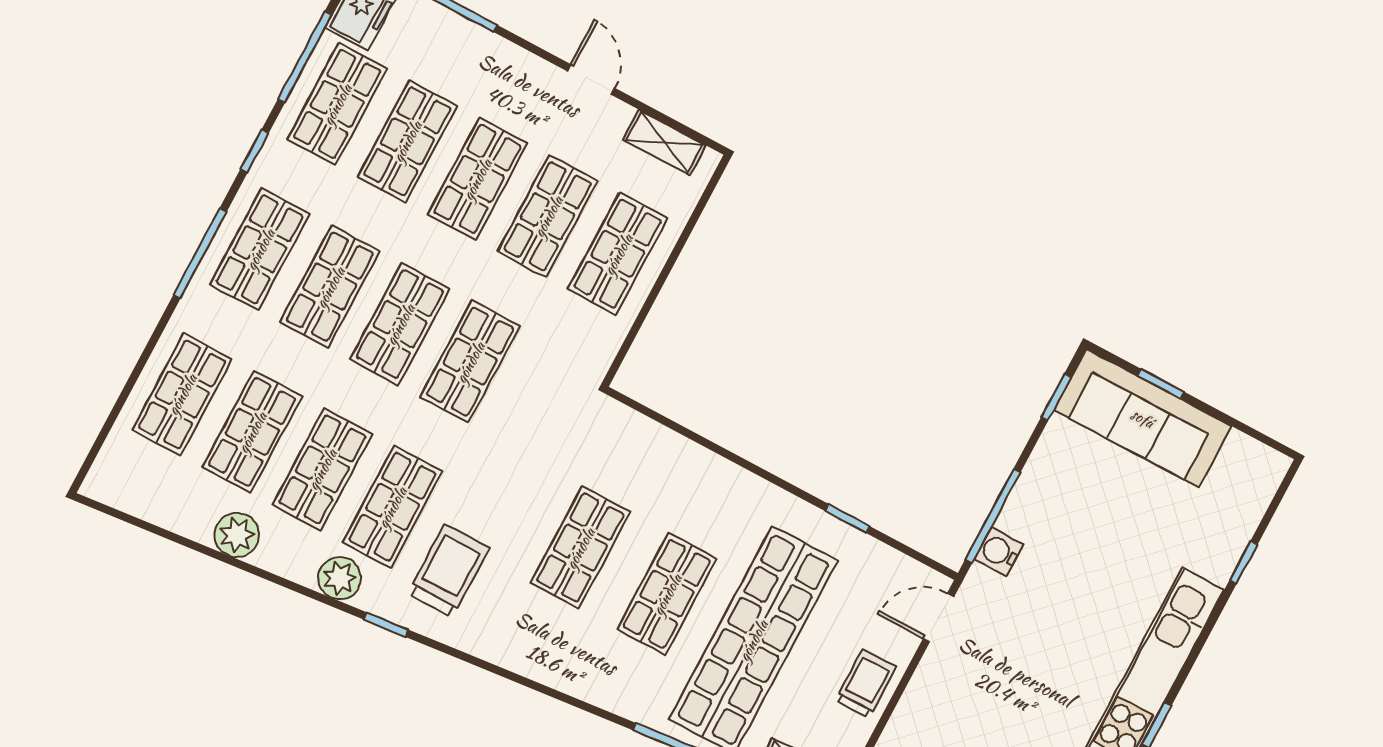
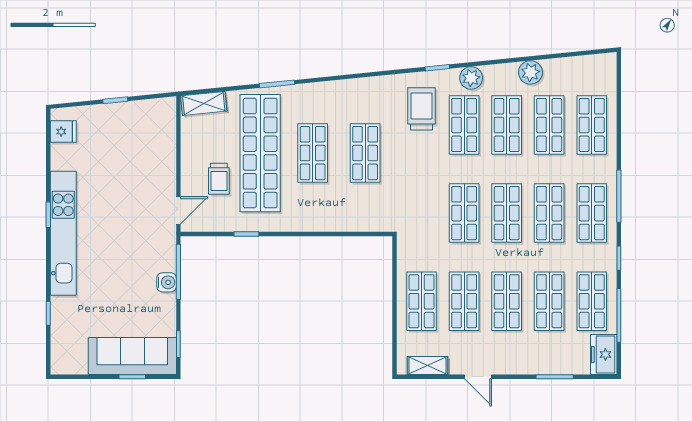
water cooler: (999, 552) -> (167, 282), moved
trolley: (449, 571) -> (422, 109), turned 180
trolley: (866, 684) -> (219, 179), moved

